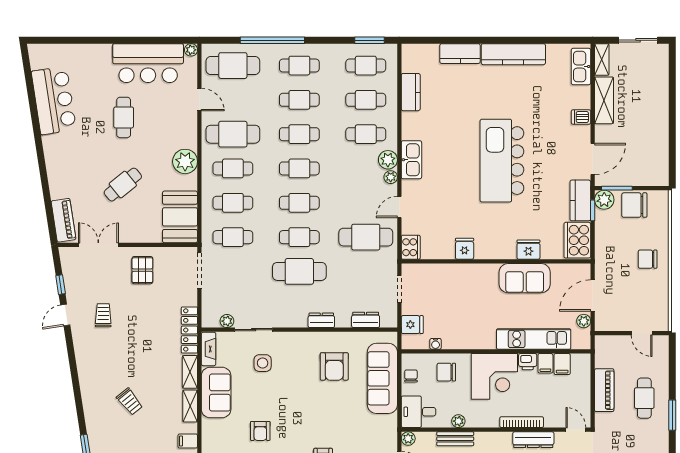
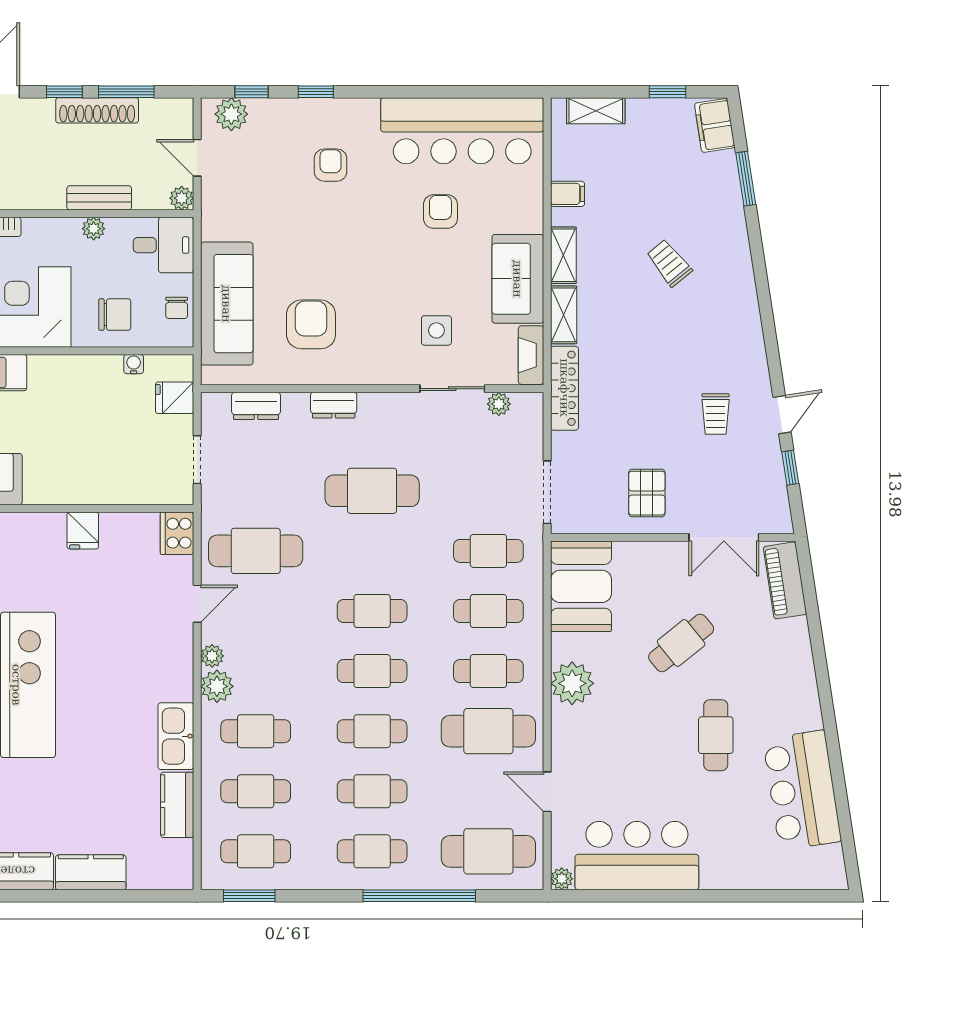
cafe table: (124, 117) -> (716, 735), moved
kitchen sink: (411, 160) -> (176, 736), moved
cafe table: (299, 237) -> (372, 551), removed

